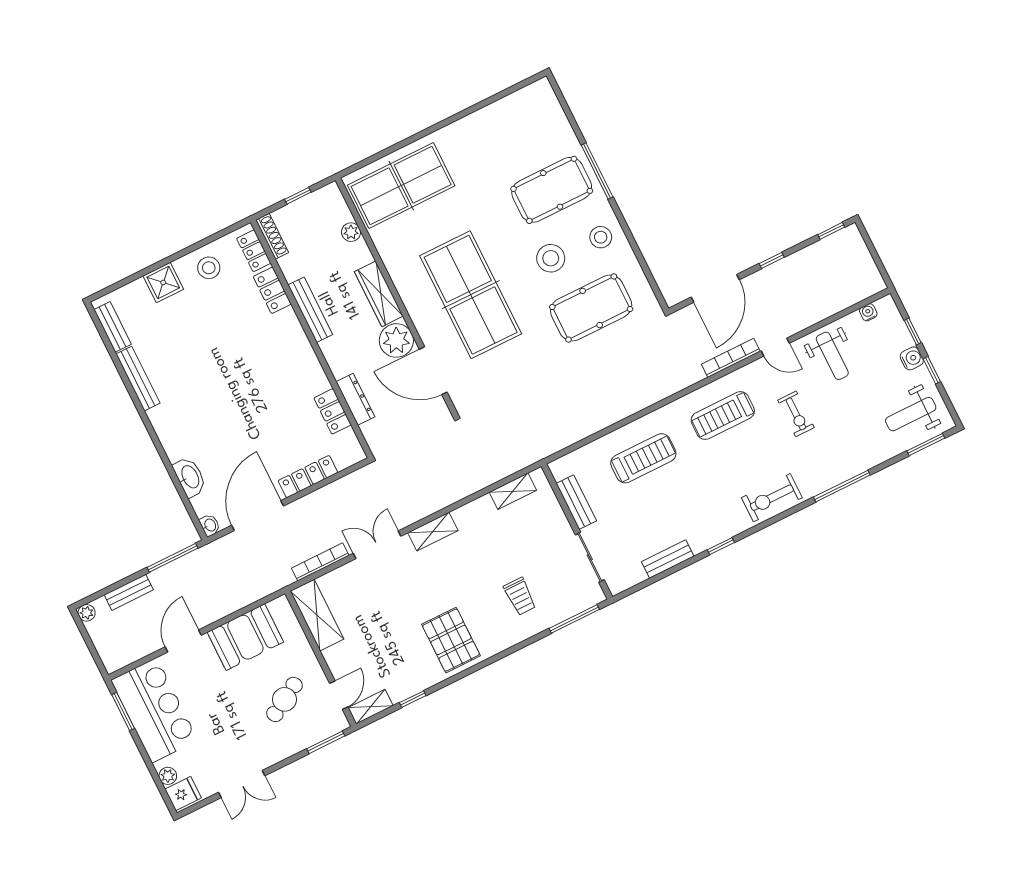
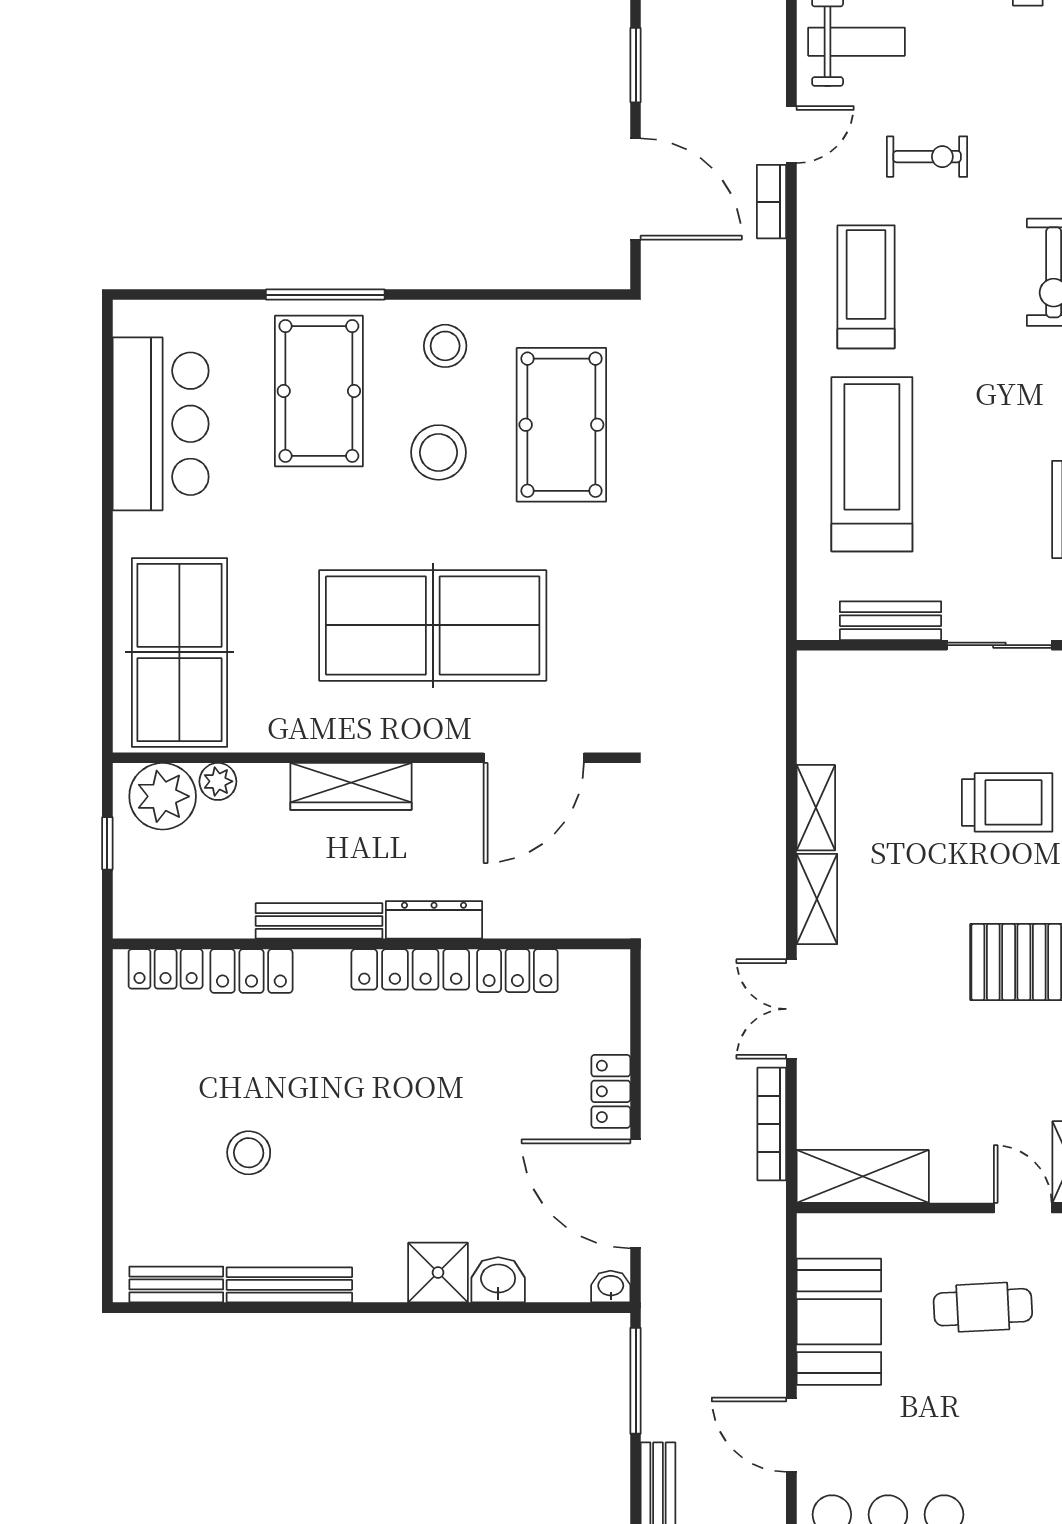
bar counter: (501, 125) -> (161, 424), added
shoe rack: (272, 236) -> (156, 924), removed
window: (772, 260) -> (636, 65), width x1.50
stool: (209, 268) -> (249, 1153), moved
shower: (163, 283) -> (438, 1273), moved
plant: (396, 340) -> (163, 796), moved
bookcase: (731, 358) -> (771, 202), width x0.64
locker: (309, 362) -> (410, 969), added
dresser: (355, 399) -> (434, 920), moved
treadmill: (723, 416) -> (866, 287), turned 180
treadmill: (643, 458) -> (872, 464), width x1.37, depth x1.38
washbasin: (190, 477) -> (498, 1280), width x0.72
locker: (308, 477) -> (611, 1091), width x0.66
shelving: (513, 491) -> (816, 808), moved
trolley: (520, 596) -> (1007, 802), width x1.36, depth x1.39
cafe table: (284, 699) -> (983, 1307), turned -63

